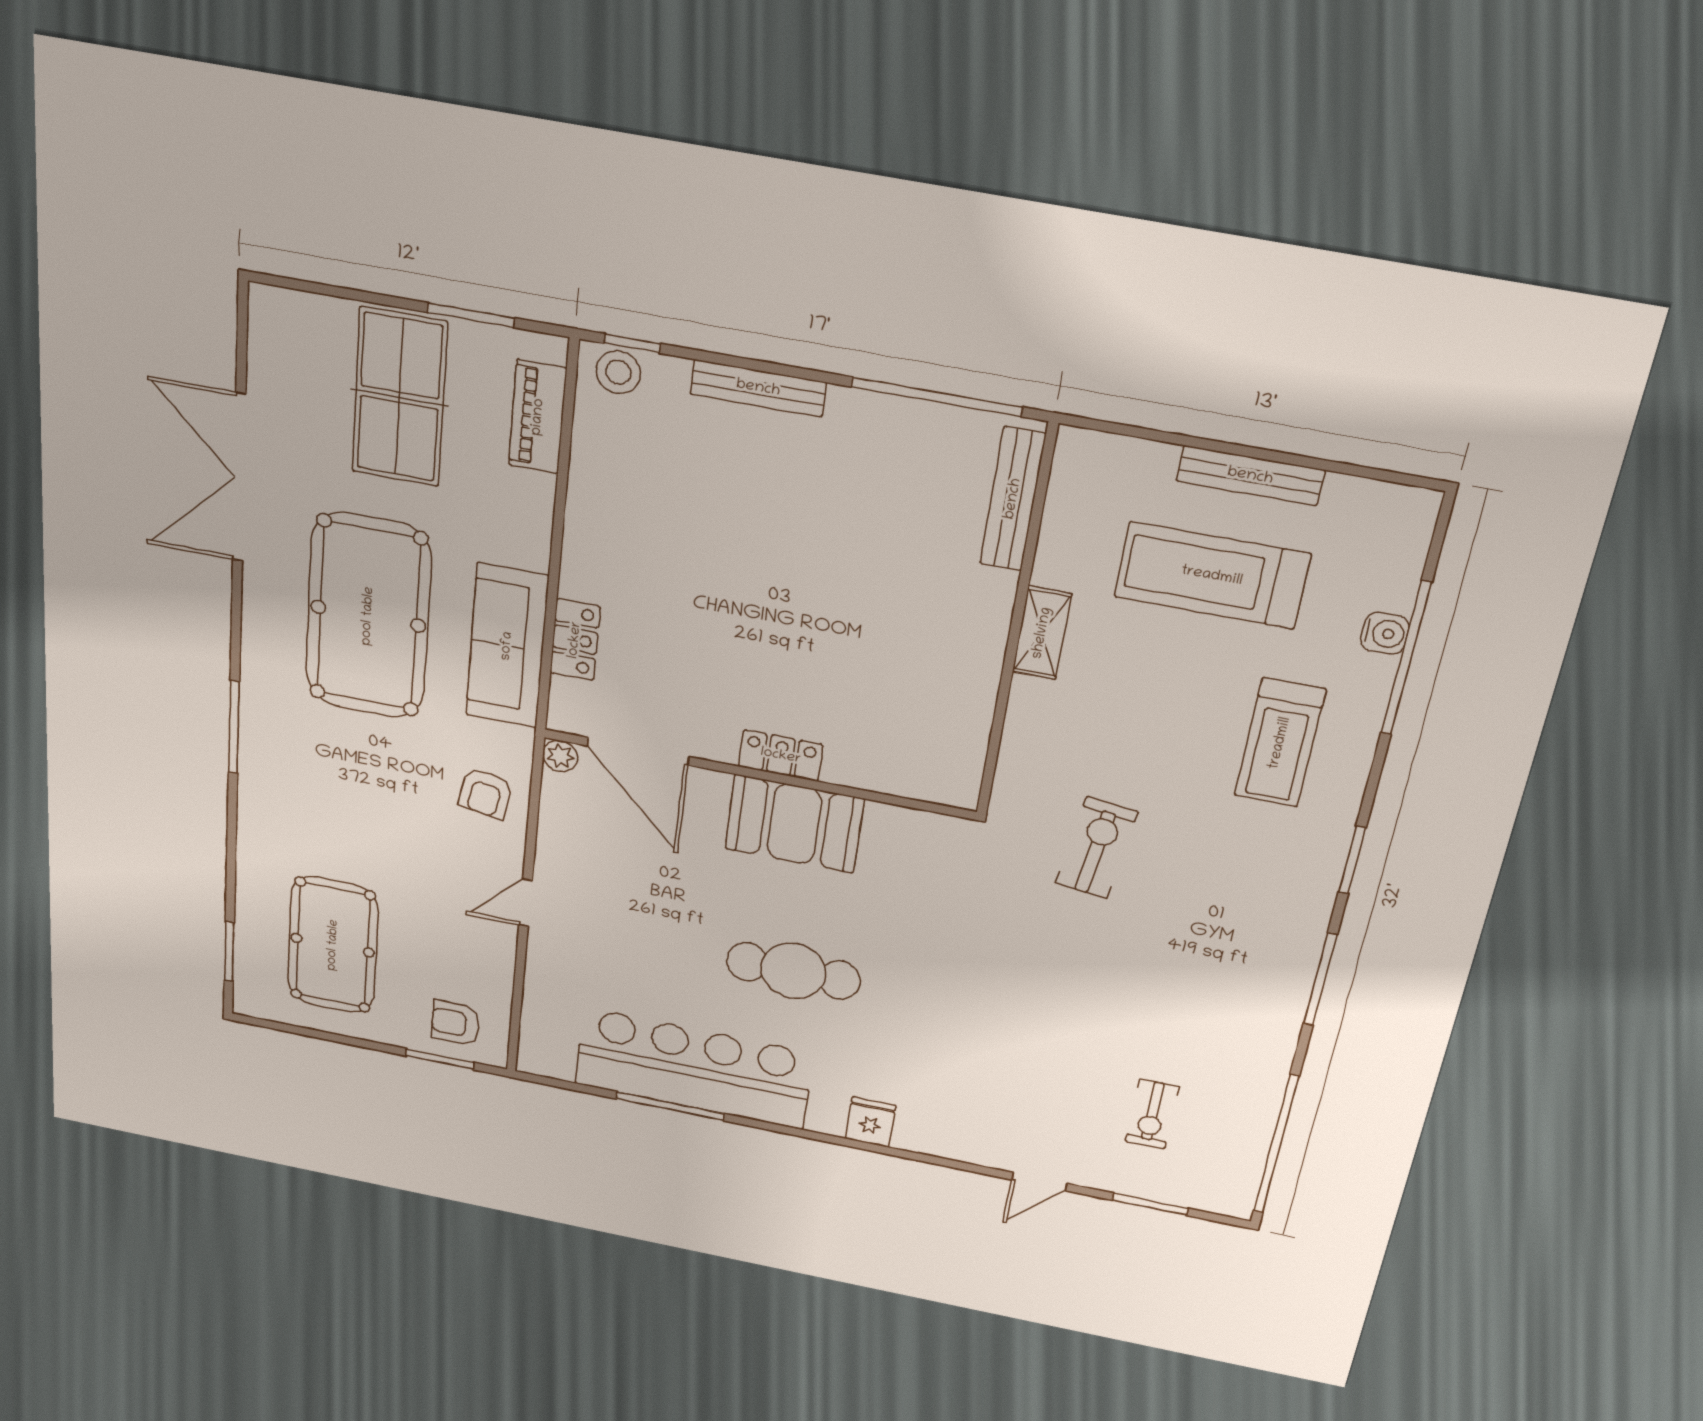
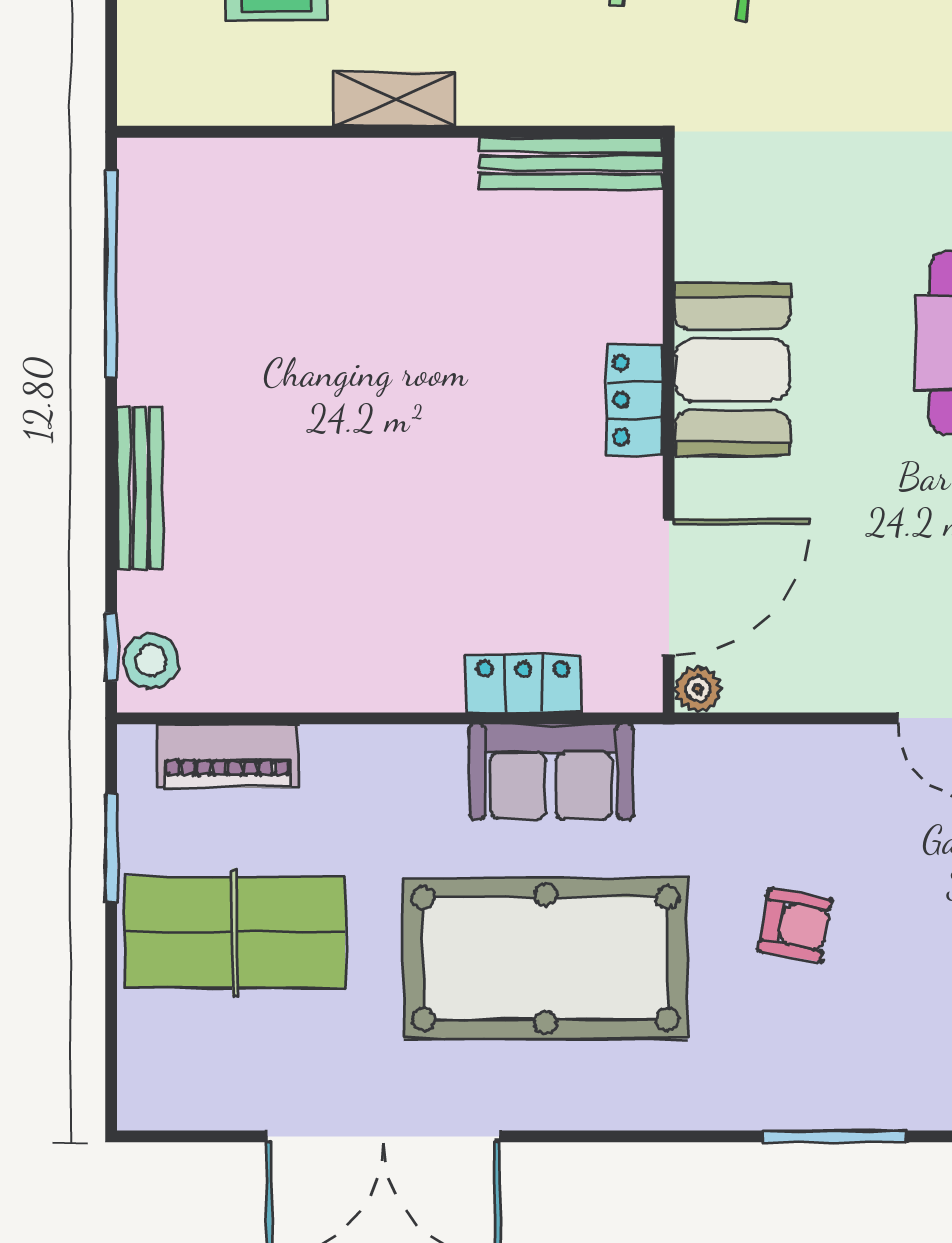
bench: (1013, 499) -> (571, 163), moved
sofa: (507, 646) -> (551, 772), width x0.73
window: (234, 727) -> (835, 1136), moved
armchair: (485, 793) -> (795, 925), moved

